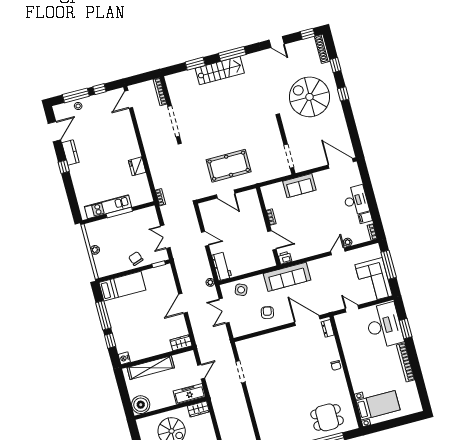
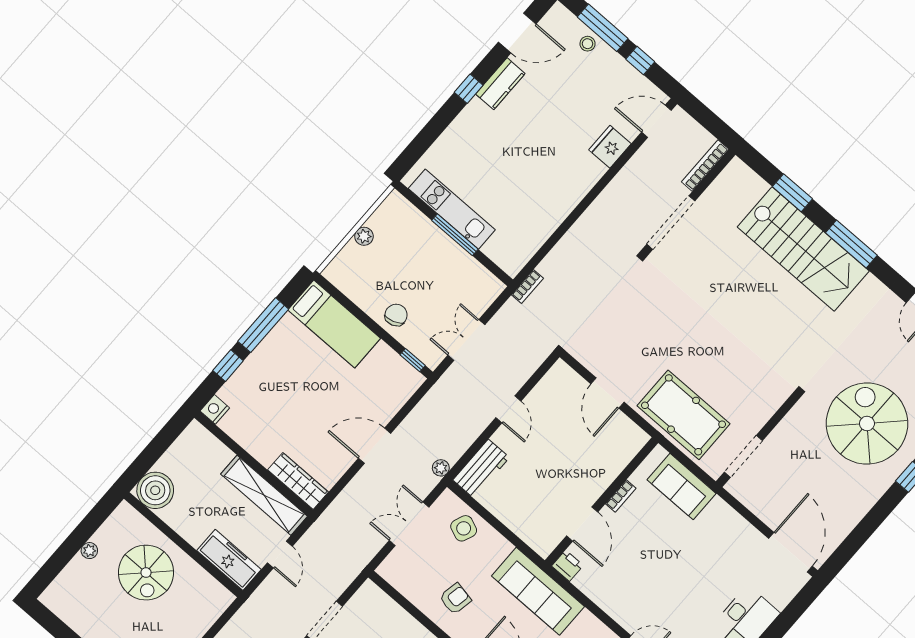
stairs: (220, 71) -> (803, 249), width x1.36, depth x1.51
fridge: (137, 166) -> (610, 147), moved
pool table: (229, 166) -> (684, 415), moved
sofa: (299, 186) -> (682, 487), moved
wardrobe: (181, 343) -> (298, 481), width x1.50
shelving: (151, 368) -> (264, 495), moved
door: (201, 372) -> (280, 554), hinge flipped
wardrobe: (198, 409) -> (214, 592), removed

